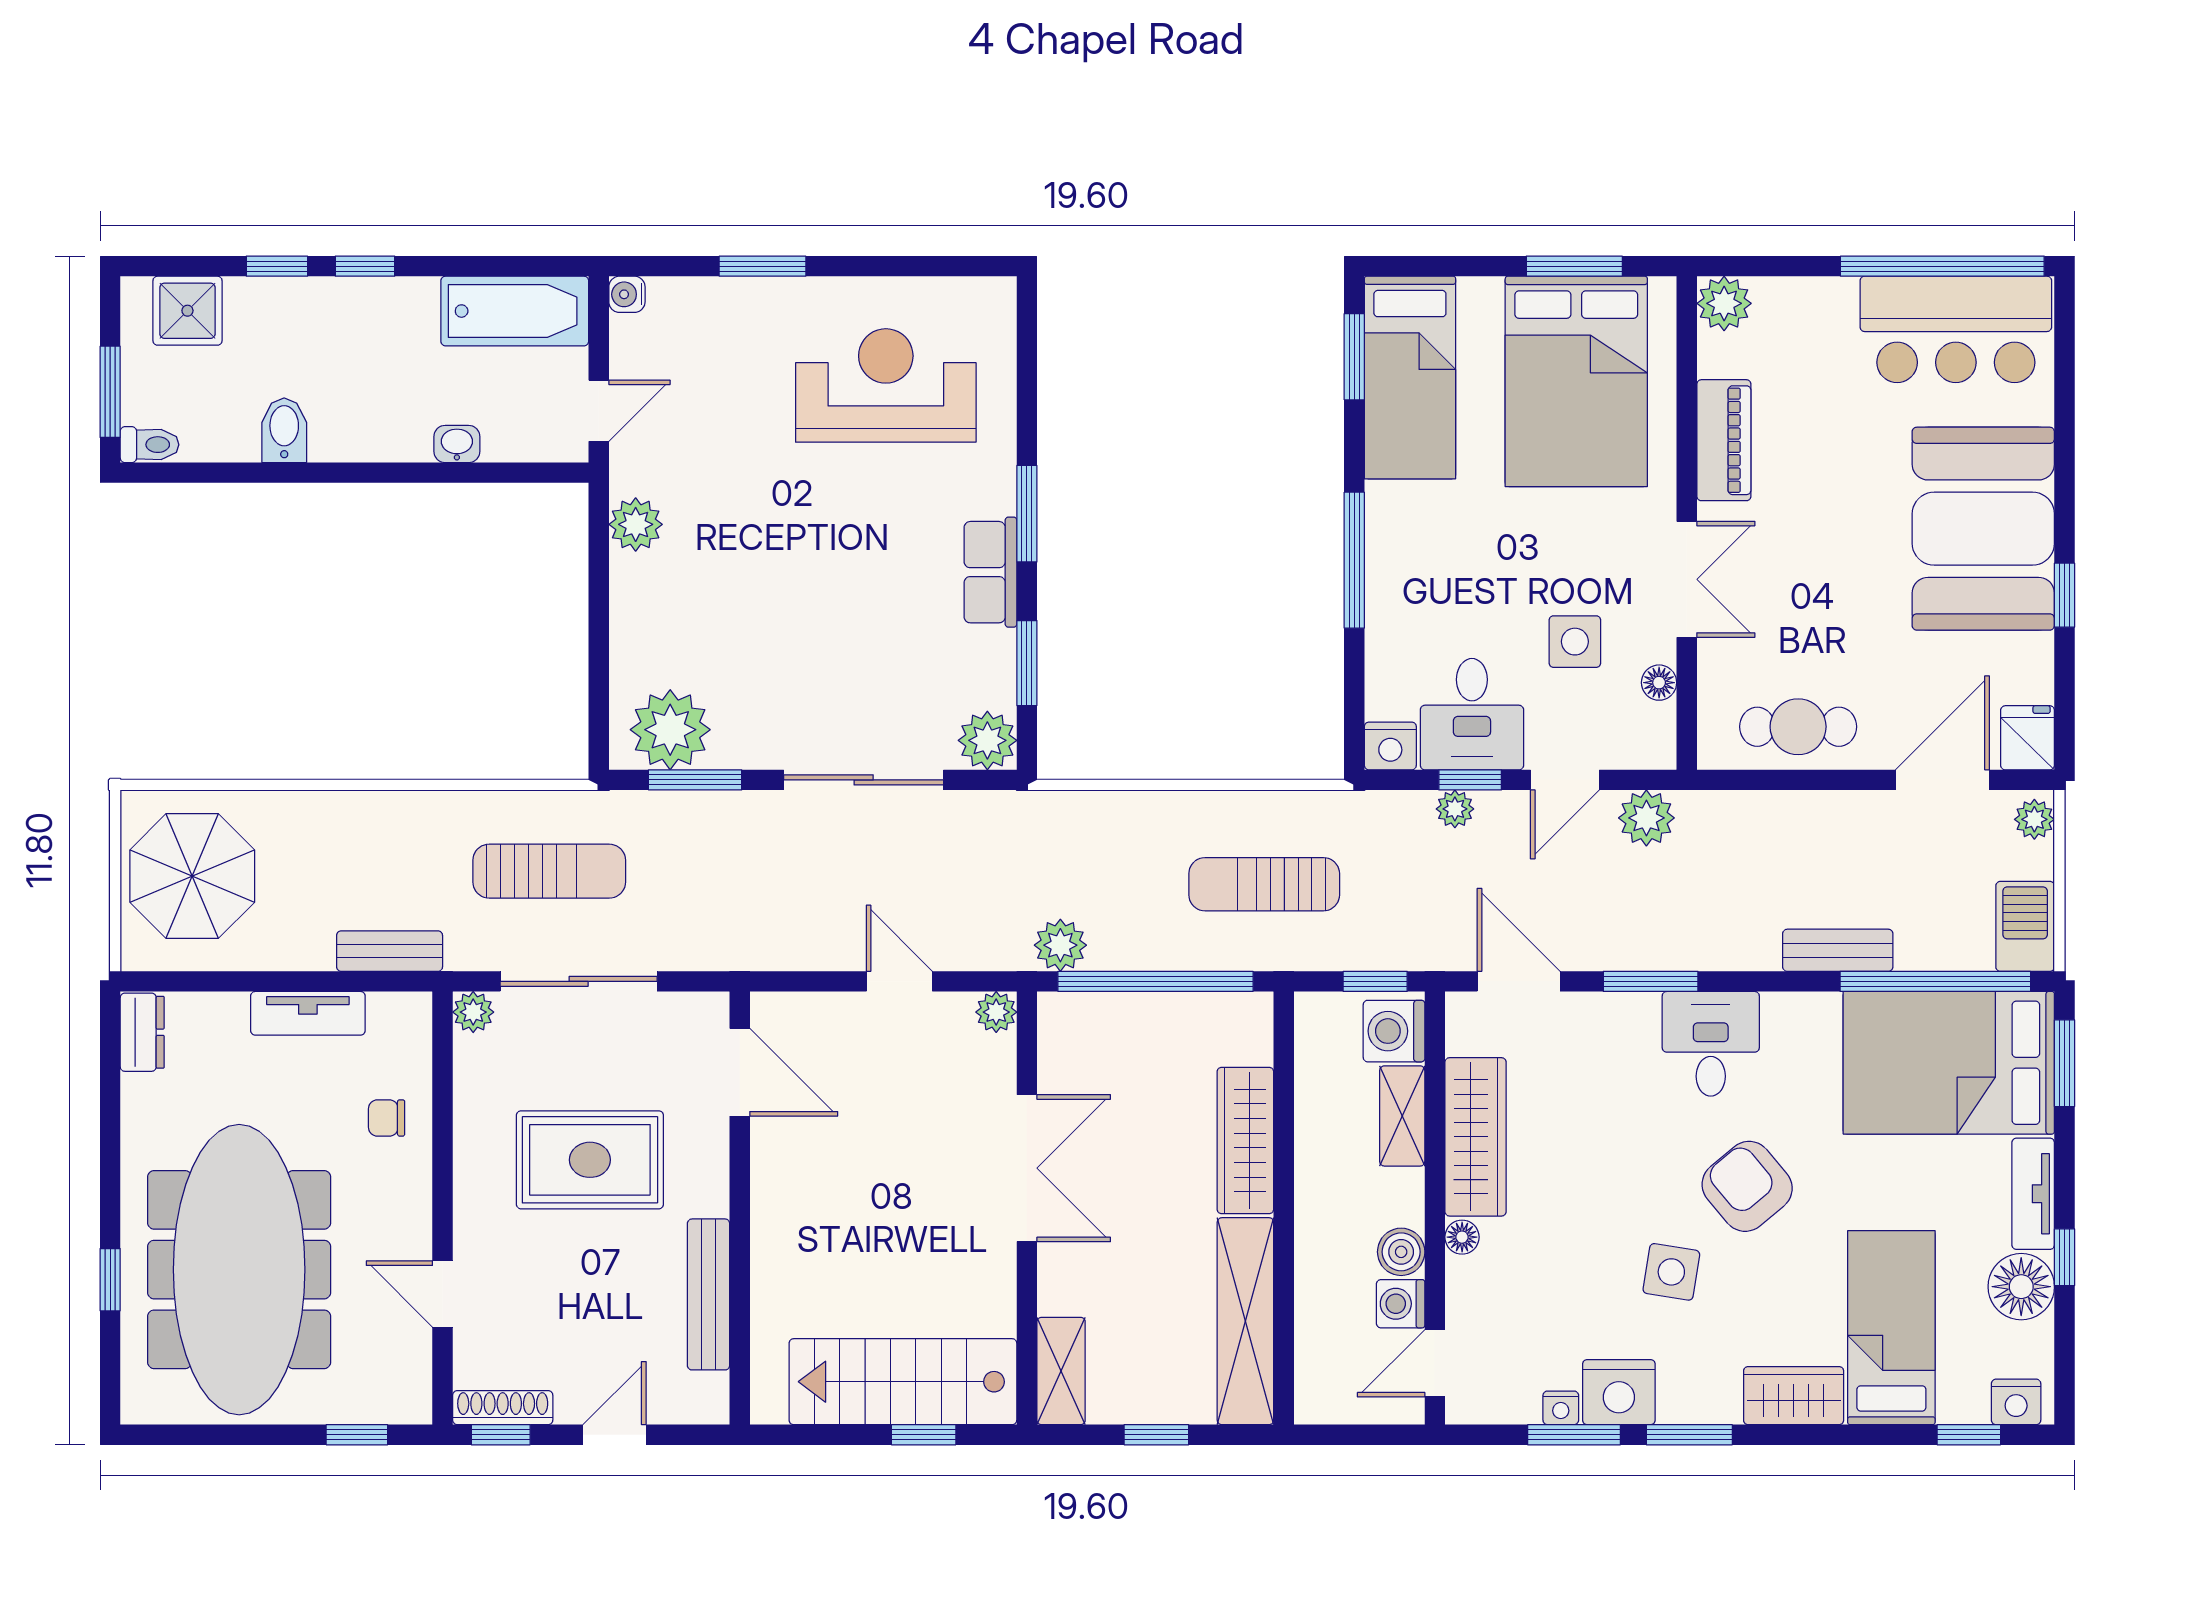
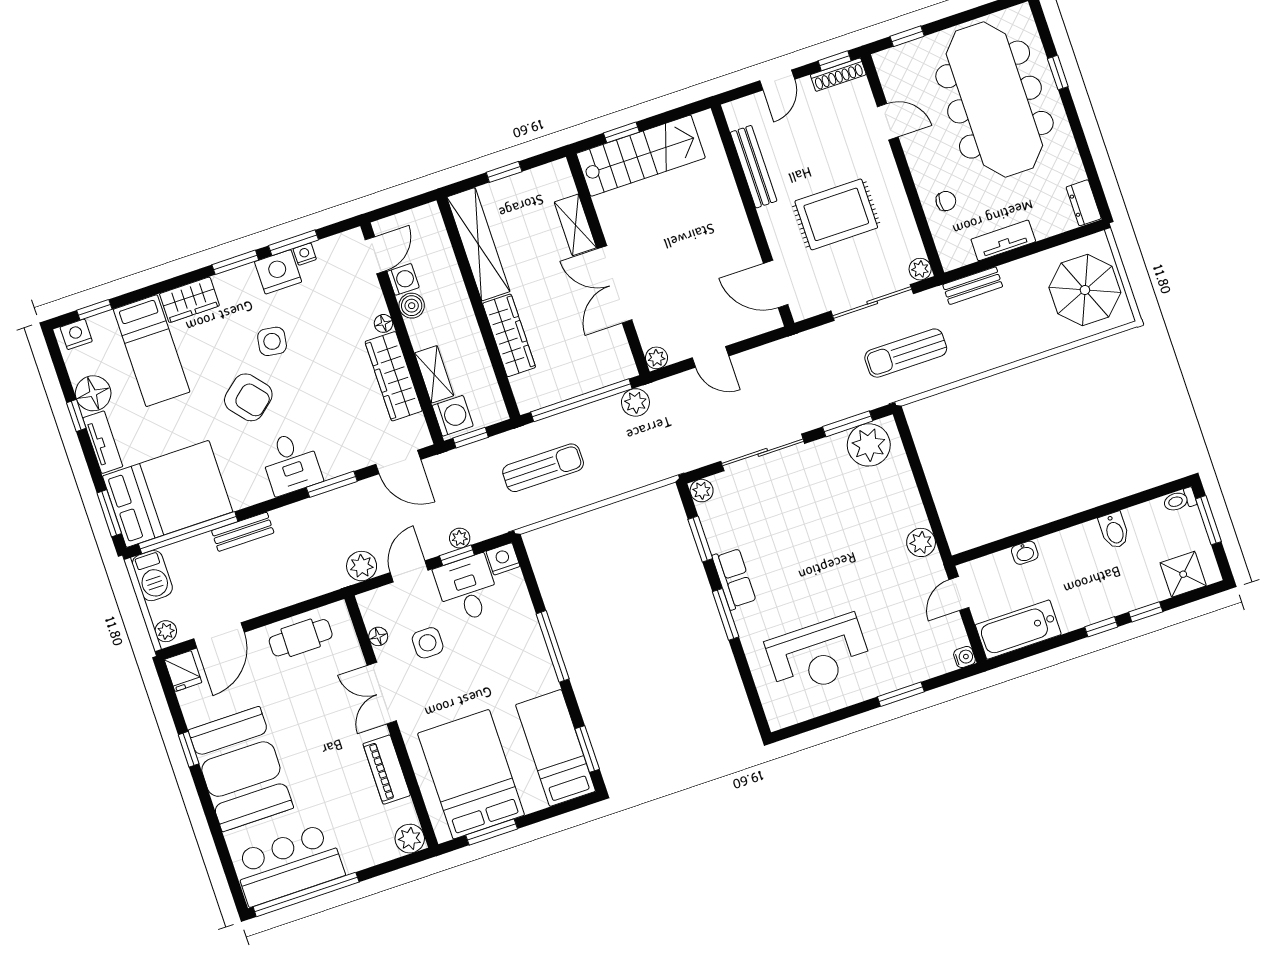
plant: (987, 740) -> (702, 491), width x0.73, depth x0.73
shelving: (1061, 1371) -> (575, 225), moved

